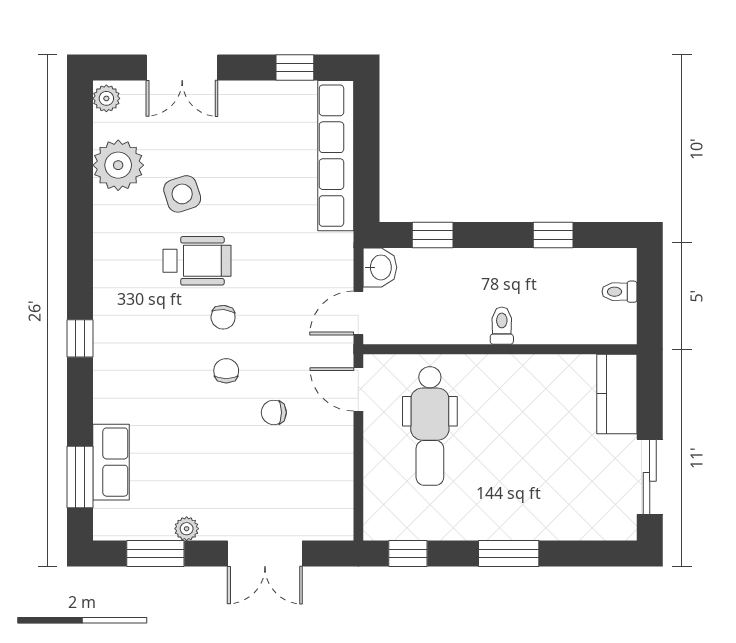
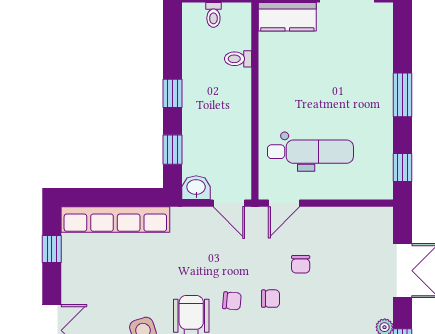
window: (553, 235) -> (173, 93), moved
toilet: (502, 326) -> (238, 59), moved
chair: (226, 371) -> (271, 299), turned 180

